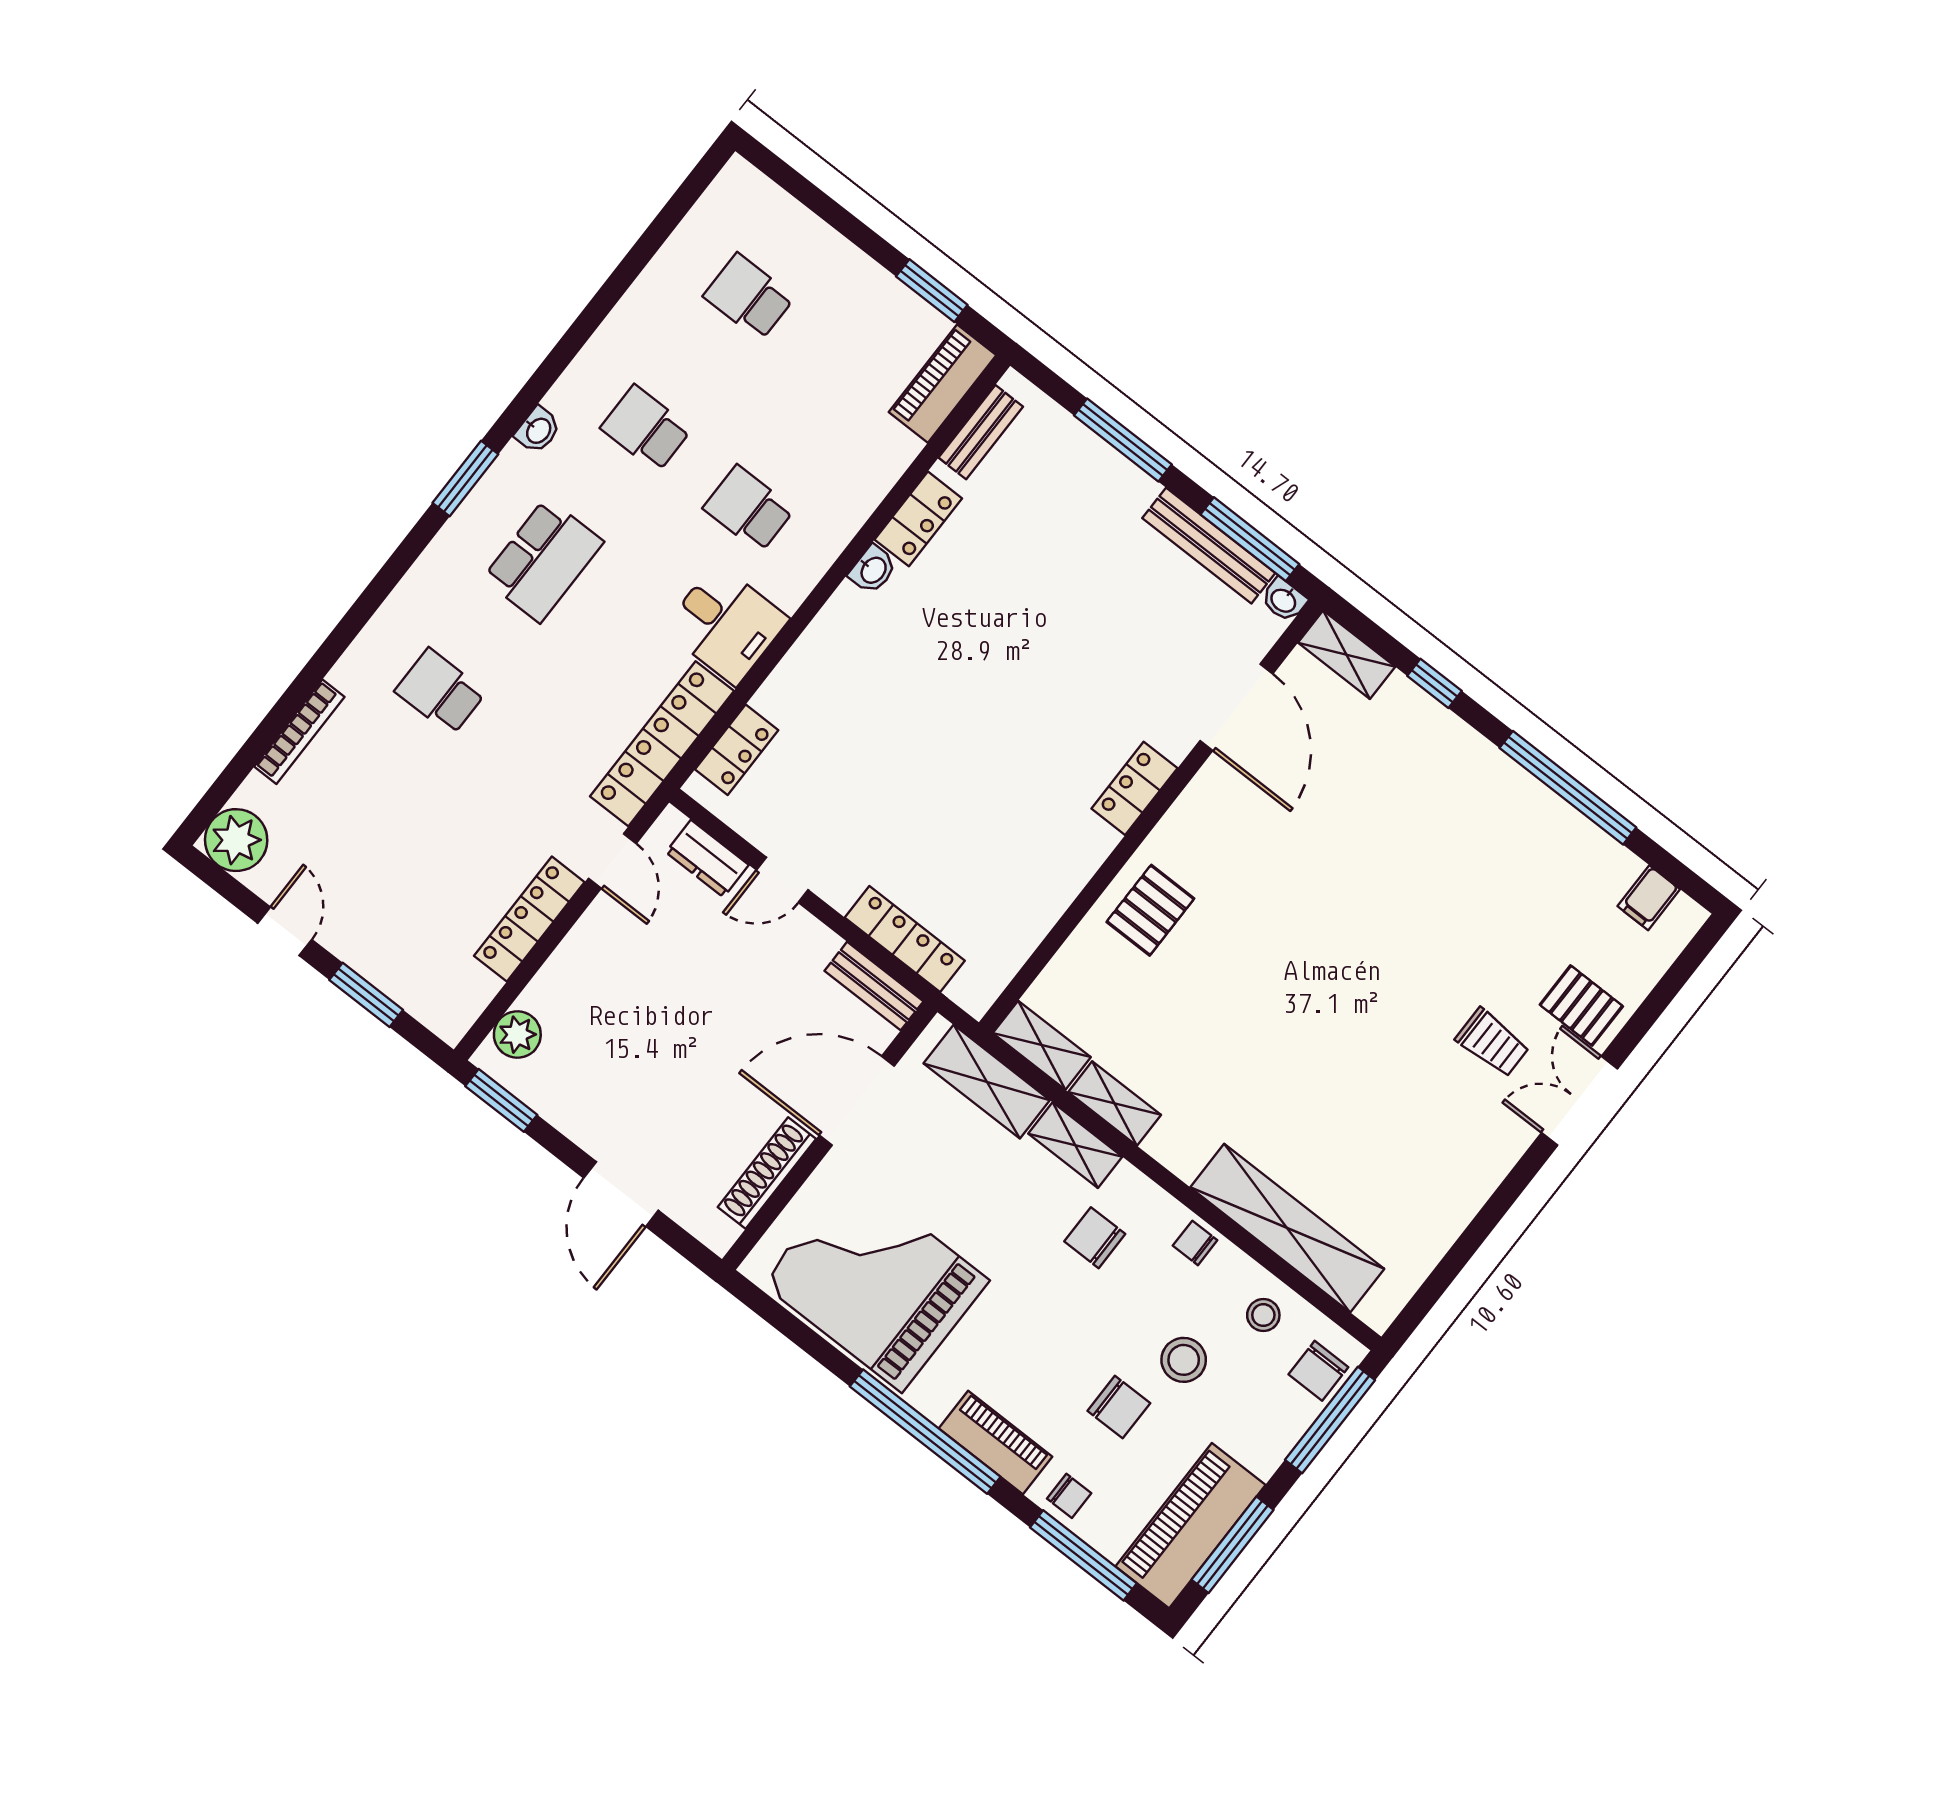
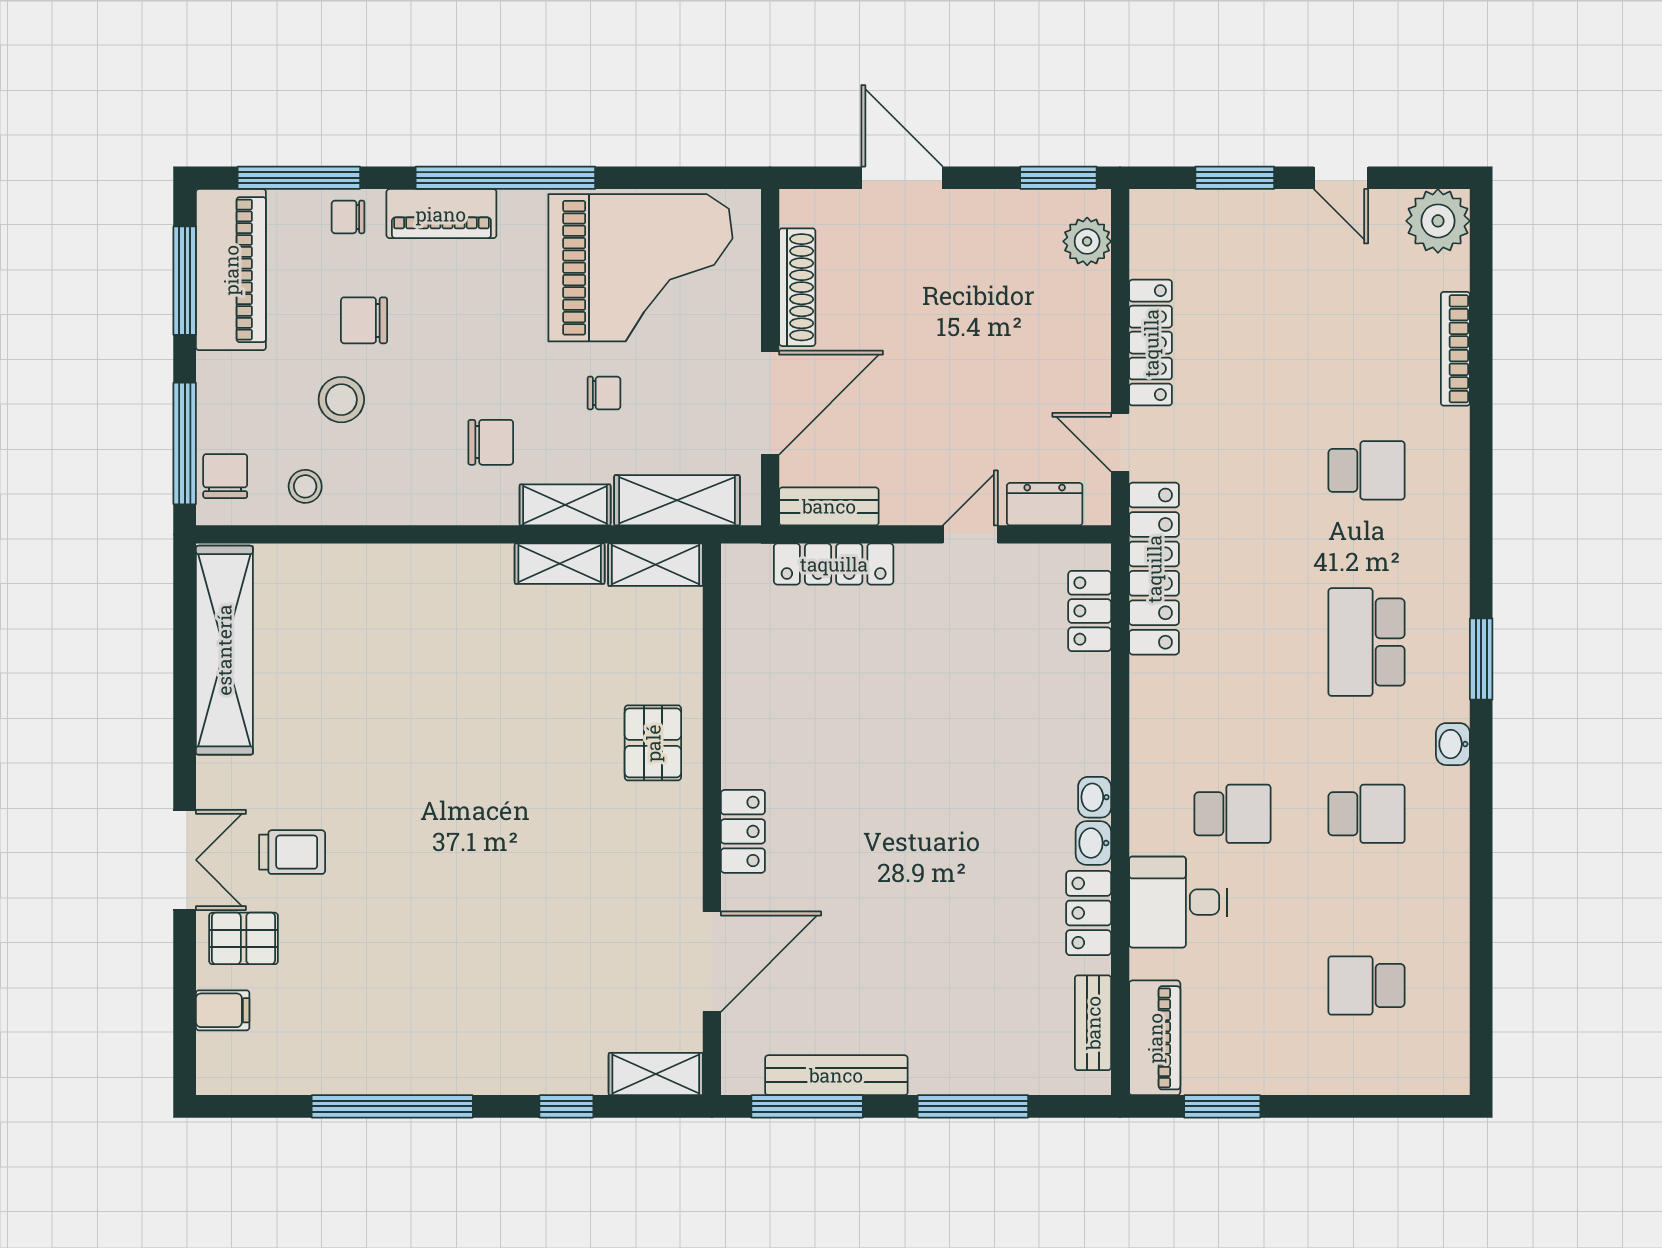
school desk: (749, 297) -> (1366, 986), turned 180
washbasin: (1284, 600) -> (1095, 797), moved, turned -90
desk: (726, 624) -> (1178, 902), moved
door: (1236, 707) -> (712, 962), swing flipped
filing cabinet: (1649, 898) -> (223, 1010), moved, turned 90
trolley: (1492, 1043) -> (292, 852), turned 180
shelving: (1287, 1228) -> (224, 650), moved, turned 90
chair: (1195, 1243) -> (604, 393), moved

